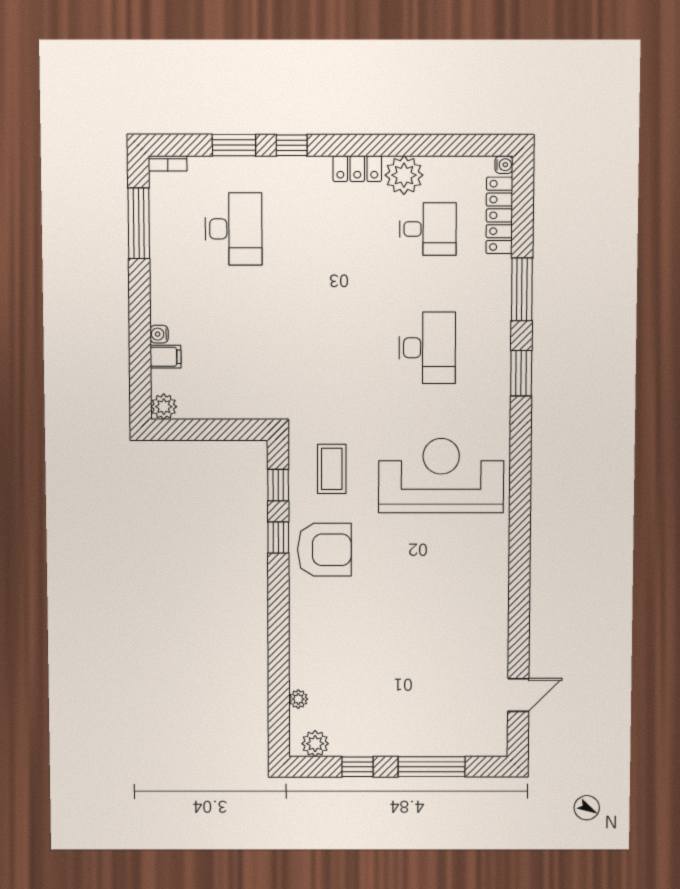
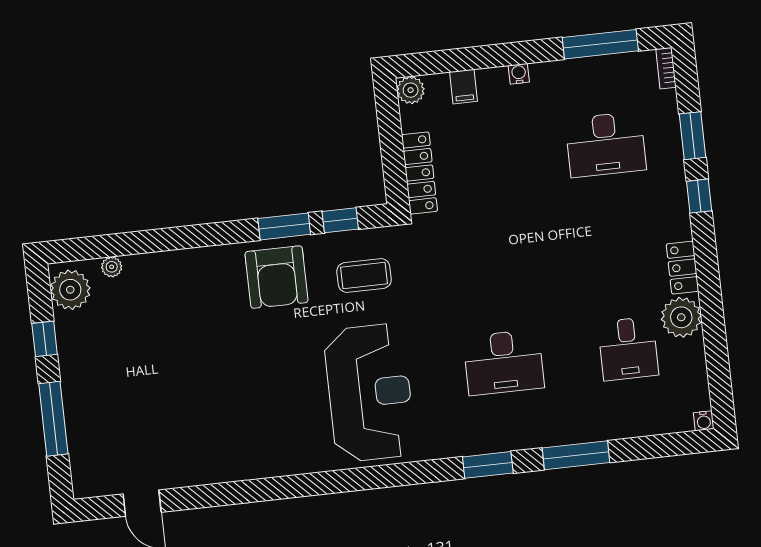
locker: (499, 215) -> (419, 173), moved, turned 90
water cooler: (159, 334) -> (519, 74), moved
window: (278, 538) -> (284, 226), width x1.50
plant: (315, 744) -> (70, 290), width x1.36, depth x1.36

